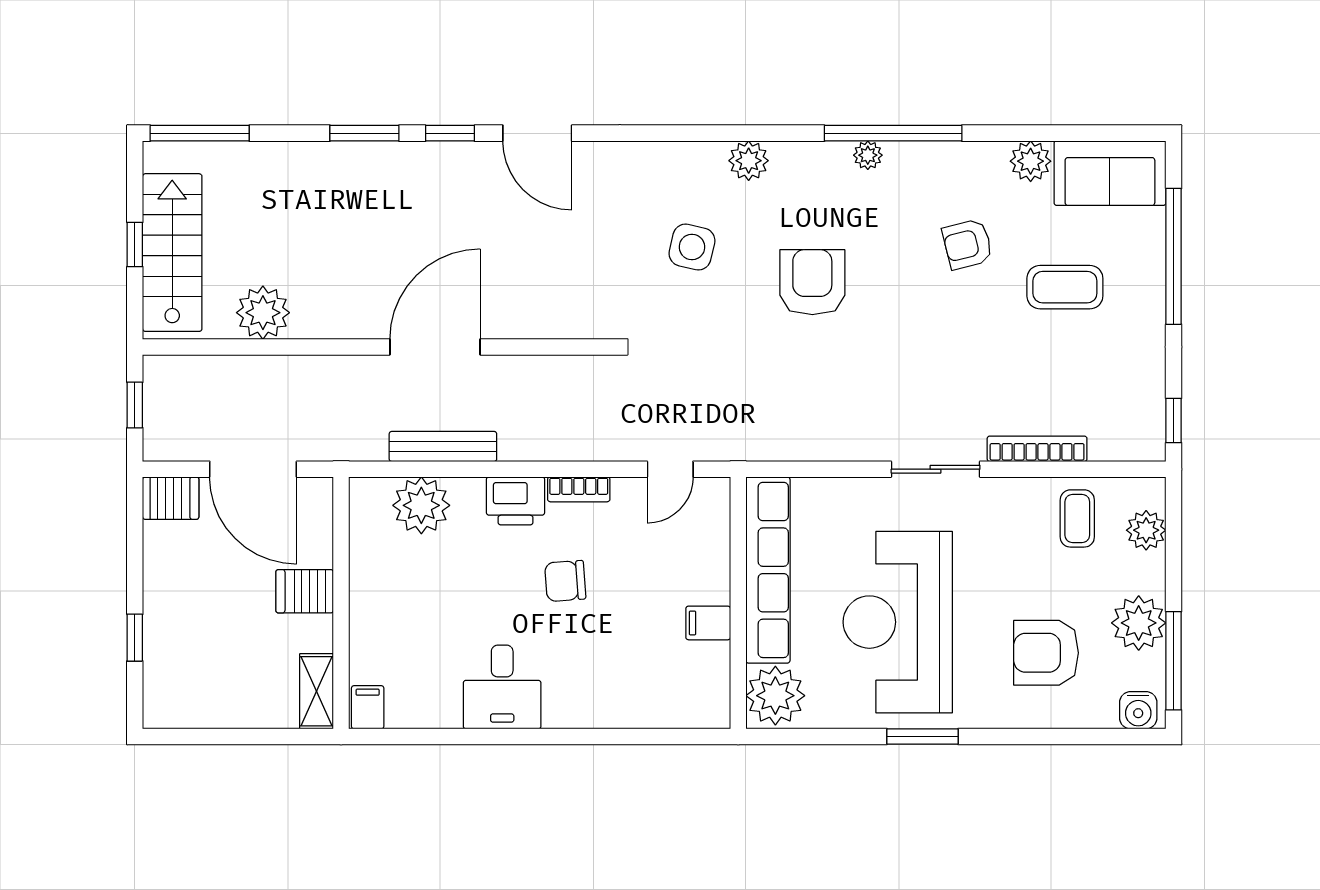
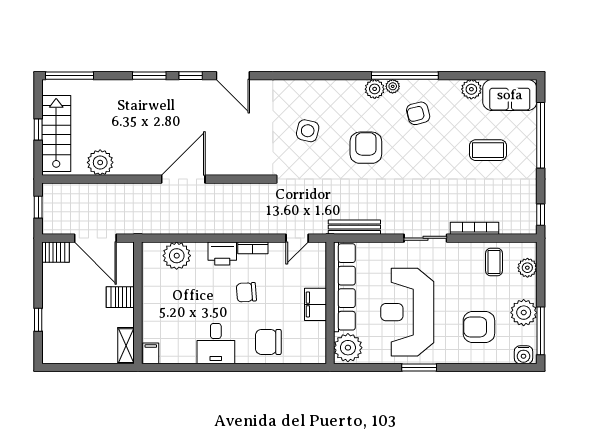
plant: (749, 161) -> (375, 89), moved
armchair: (967, 244) -> (418, 113), moved
bench: (443, 446) -> (354, 227), moved
filing cabinet: (708, 623) -> (315, 304), width x2.00
chair: (611, 684) -> (268, 342), added

